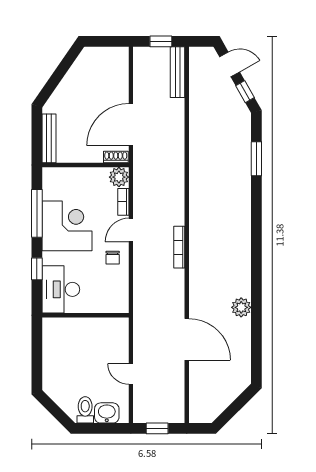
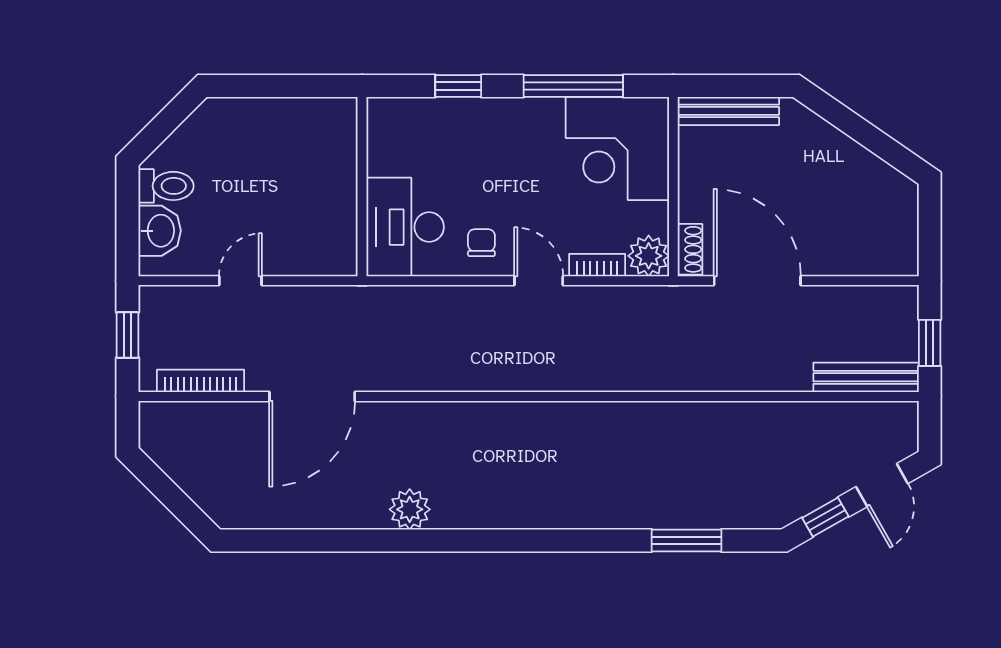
corner desk: (67, 226) -> (617, 148), moved, turned 90
bookcase: (179, 247) -> (201, 381), moved
chair: (113, 258) -> (481, 243), turned 90
desk: (61, 289) -> (405, 227), moved, turned -90
plant: (241, 307) -> (410, 509), moved

